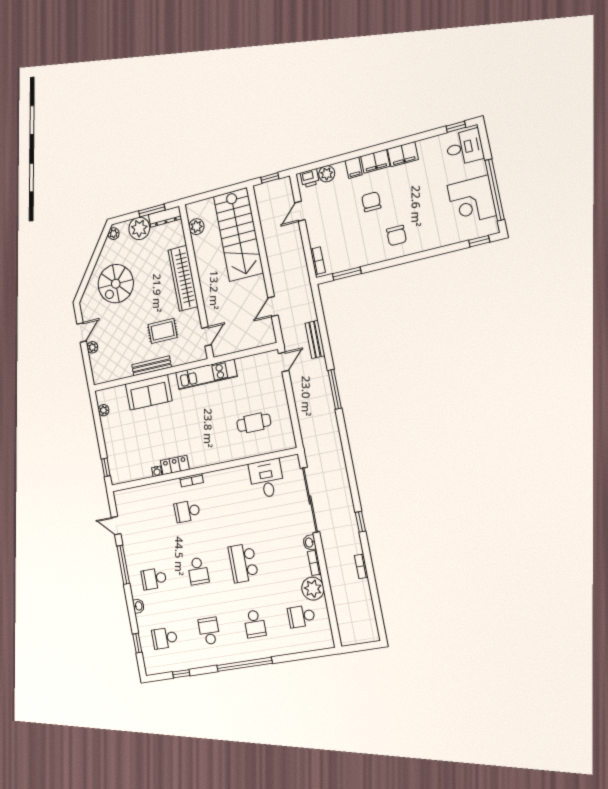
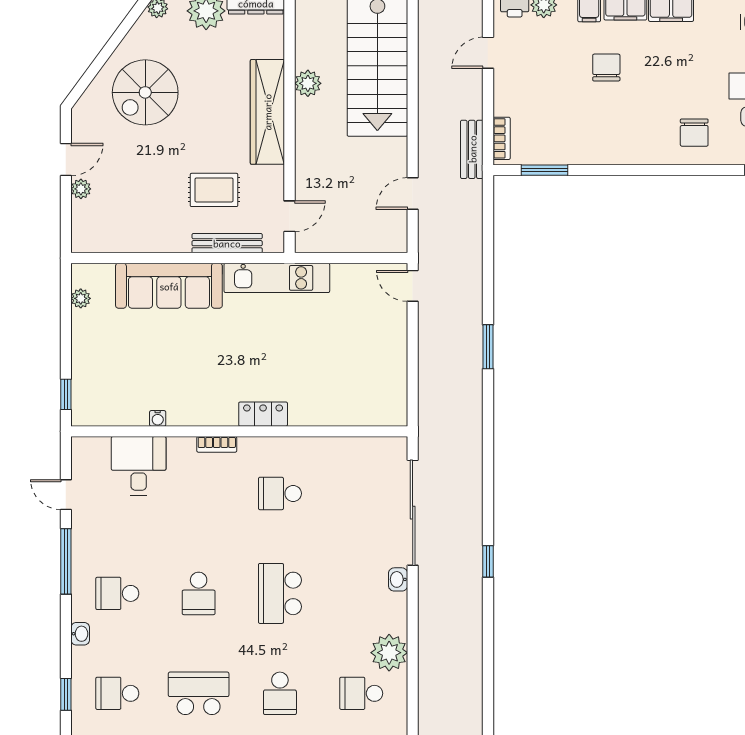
plant: (196, 227) -> (308, 83), moved
chair: (396, 236) -> (694, 133), moved
bench: (315, 339) -> (472, 149), moved
door: (284, 362) -> (413, 286), swing flipped
bench: (152, 366) -> (227, 243), moved
window: (335, 389) -> (488, 347), width x0.69
sofa: (149, 392) -> (169, 286), width x1.36
cafe table: (254, 423) -> (343, 373), removed
locker: (175, 465) -> (263, 414), moved
desk: (267, 479) -> (139, 466), moved
school desk: (187, 511) -> (280, 493), moved
bookcase: (314, 563) -> (400, 613), removed
bookcase: (361, 566) -> (475, 631), removed
school desk: (209, 631) -> (199, 693), width x1.85

